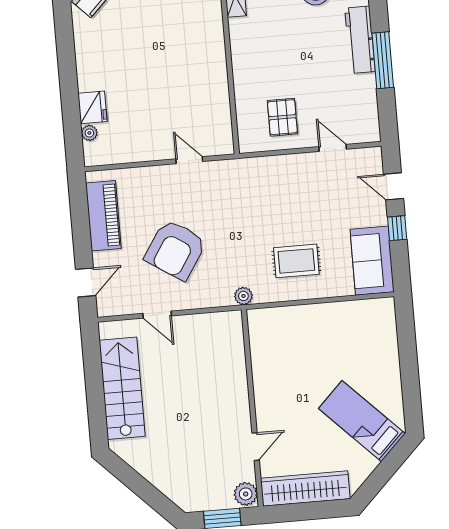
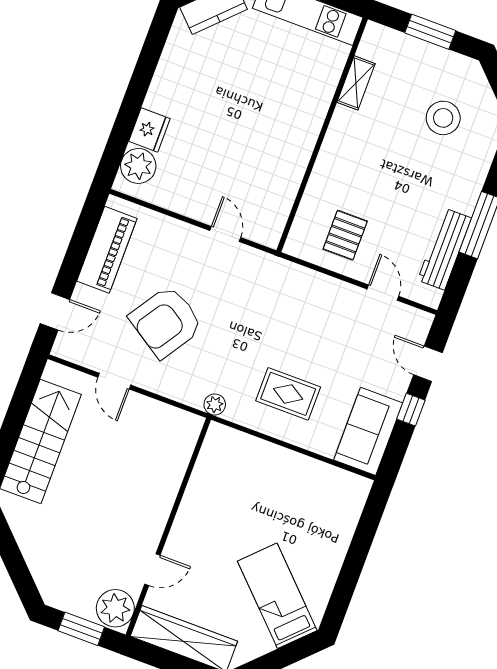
workbench: (360, 40) -> (444, 249), moved
plant: (89, 133) -> (138, 166), width x1.87, depth x1.87
plant: (246, 494) -> (115, 608), width x1.36, depth x1.36

